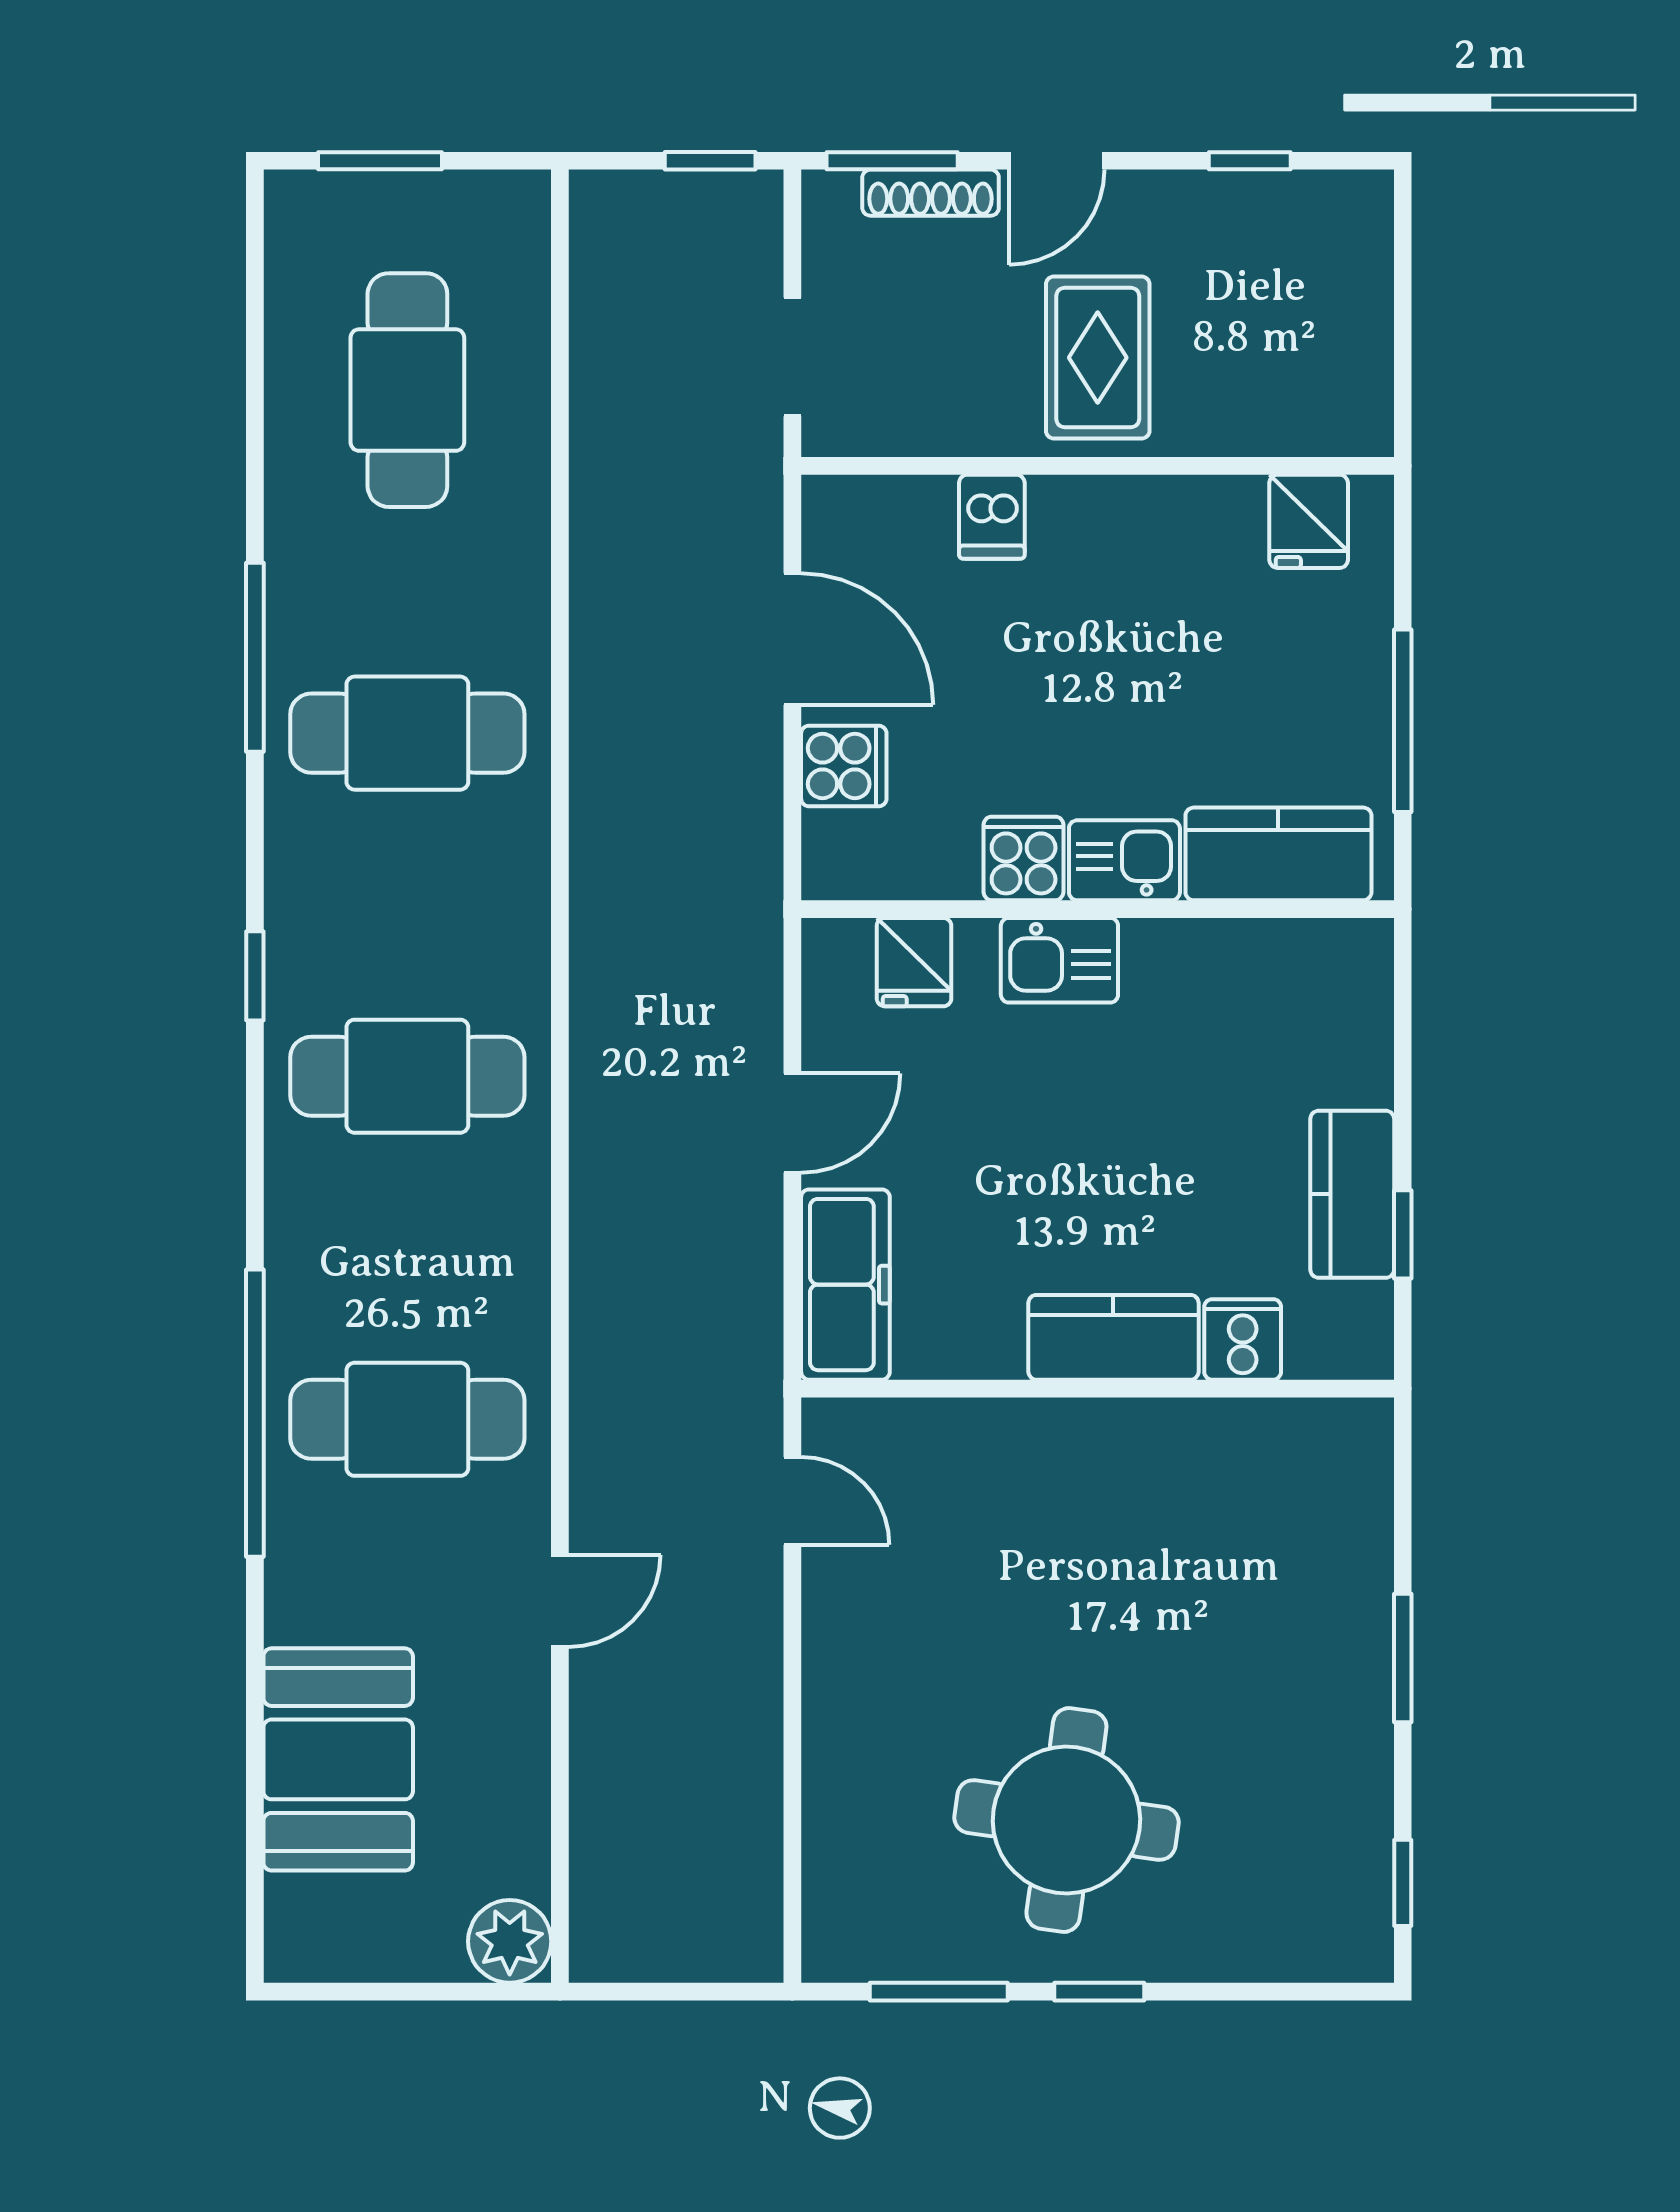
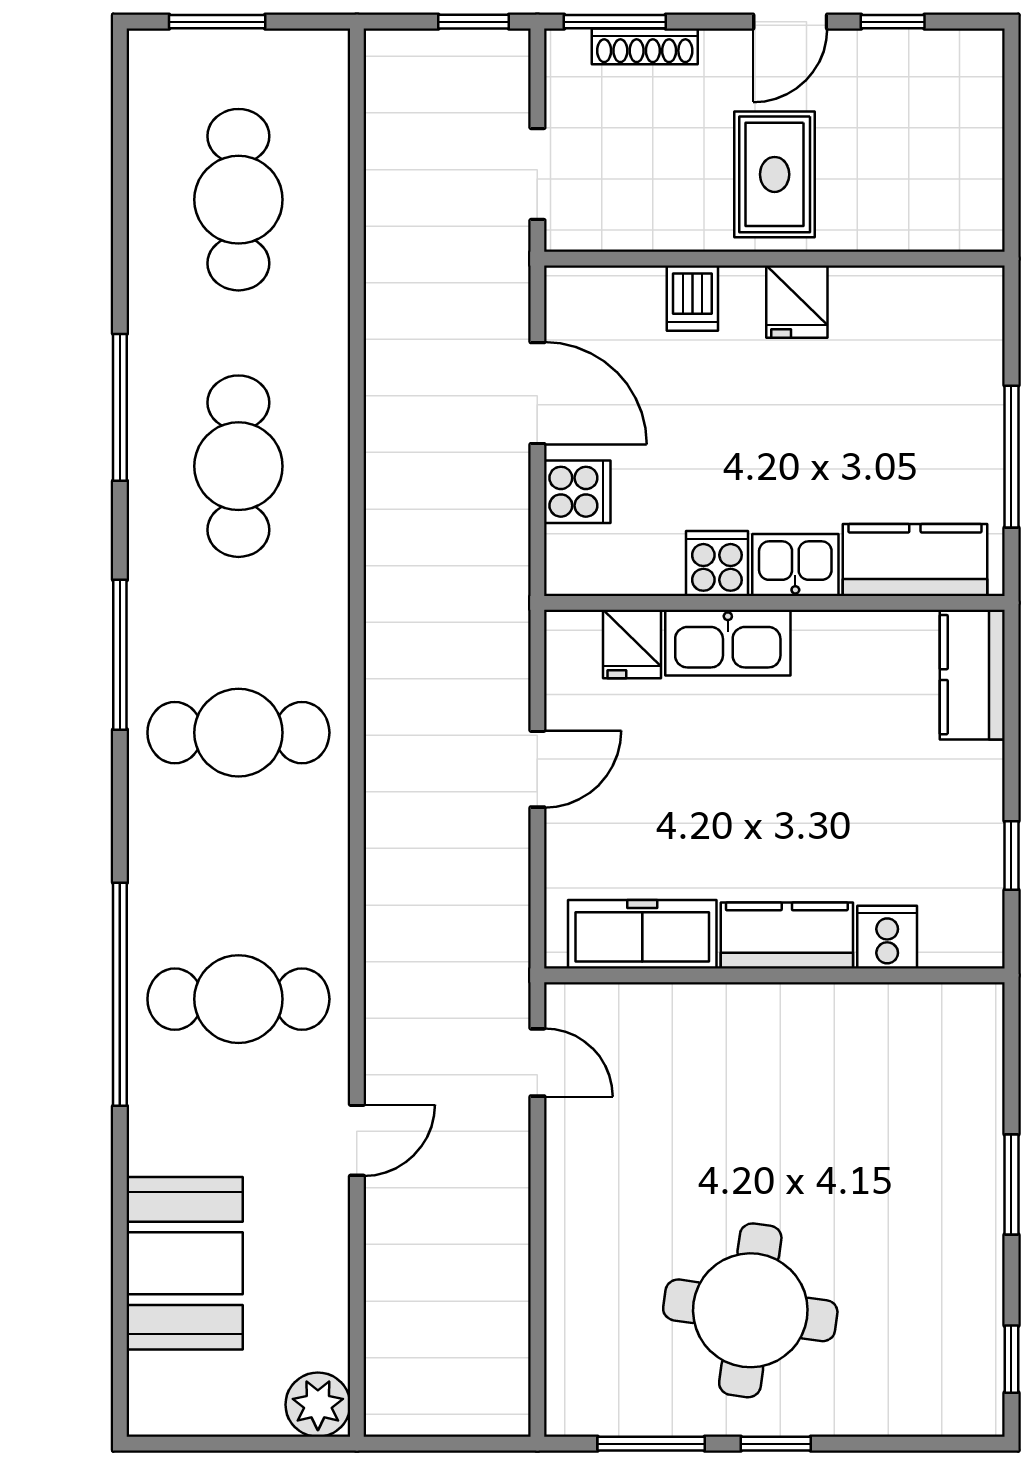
door: (1057, 161) -> (790, 22), moved
fridge: (1309, 521) -> (797, 302), moved
cafe table: (407, 733) -> (238, 466), turned 90
kitchen sink: (1059, 960) -> (728, 643), width x1.38
window: (255, 976) -> (120, 655), width x2.17
kitchen counter: (1352, 1194) -> (972, 675), moved
freezer: (845, 1285) -> (642, 934), moved, turned -90

